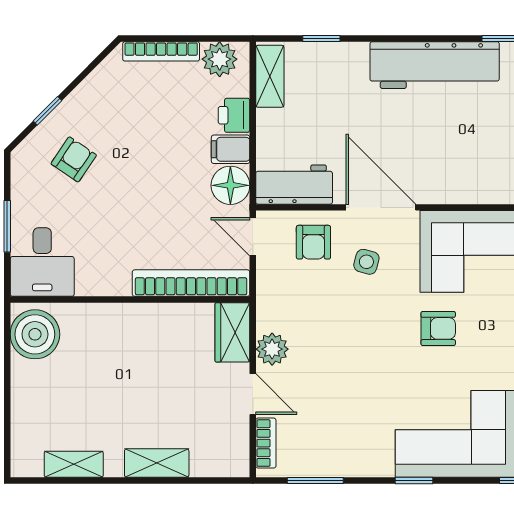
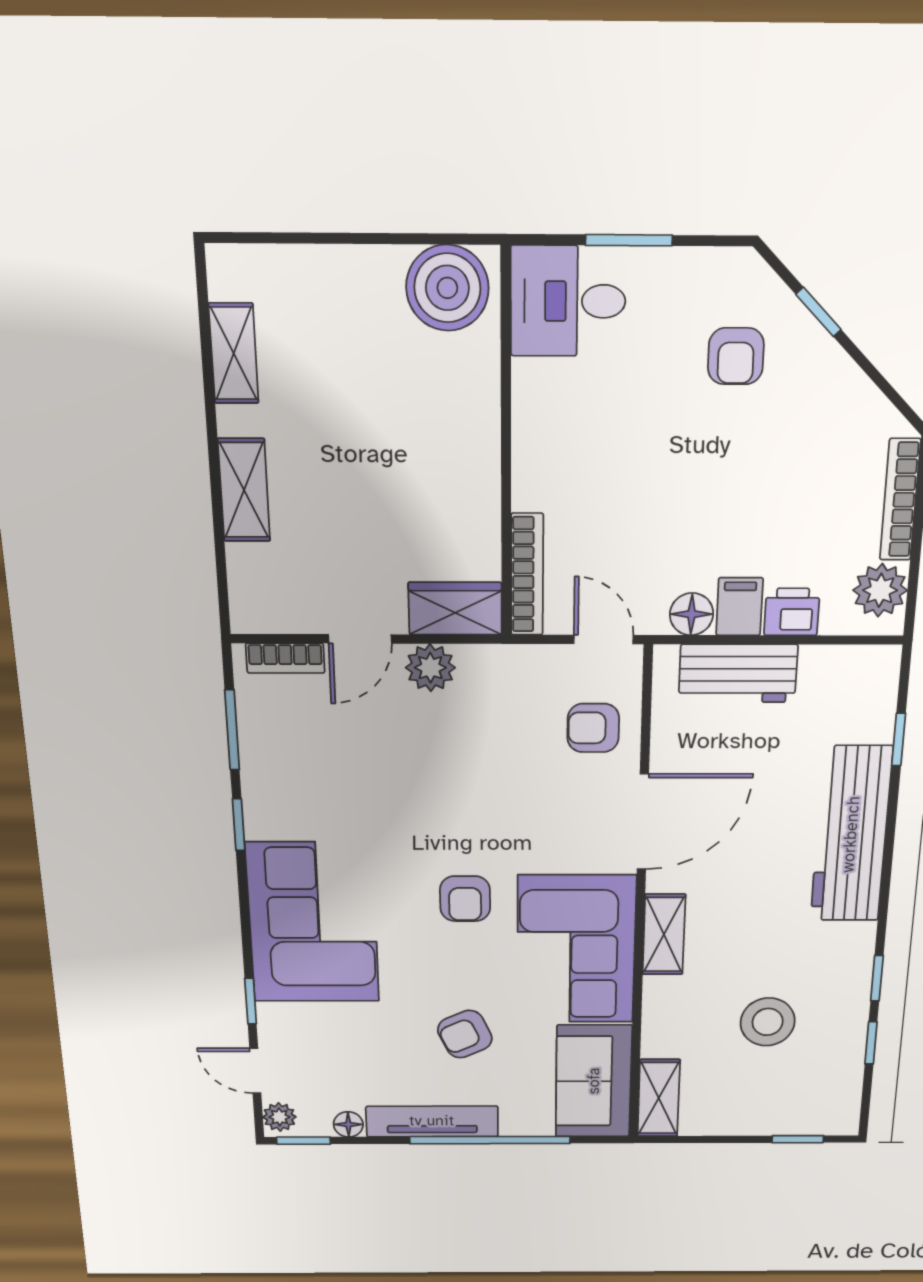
workbench: (435, 65) -> (851, 834), moved
shelving: (270, 76) -> (664, 934), moved, turned 90
armchair: (74, 159) -> (736, 356), turned 56
floor lamp: (230, 185) -> (692, 614), width x0.73, depth x0.73
workbench: (294, 185) -> (738, 673), moved, turned 90
door: (253, 237) -> (604, 639), hinge flipped
side table: (366, 262) -> (563, 802), removed
bookcase: (191, 283) -> (527, 575), width x0.68, depth x0.76
window: (414, 481) -> (239, 825), moved

